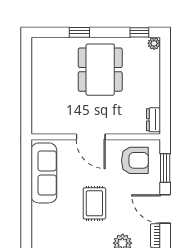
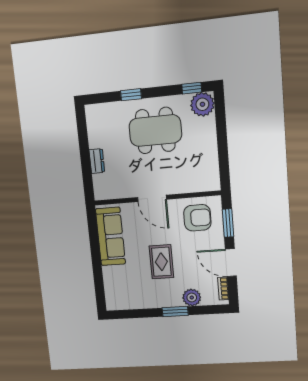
plant: (154, 43) -> (202, 104), width x1.88, depth x1.88
dining table: (100, 70) -> (155, 131), turned 90
dresser: (153, 120) -> (97, 161), moved, turned 180

